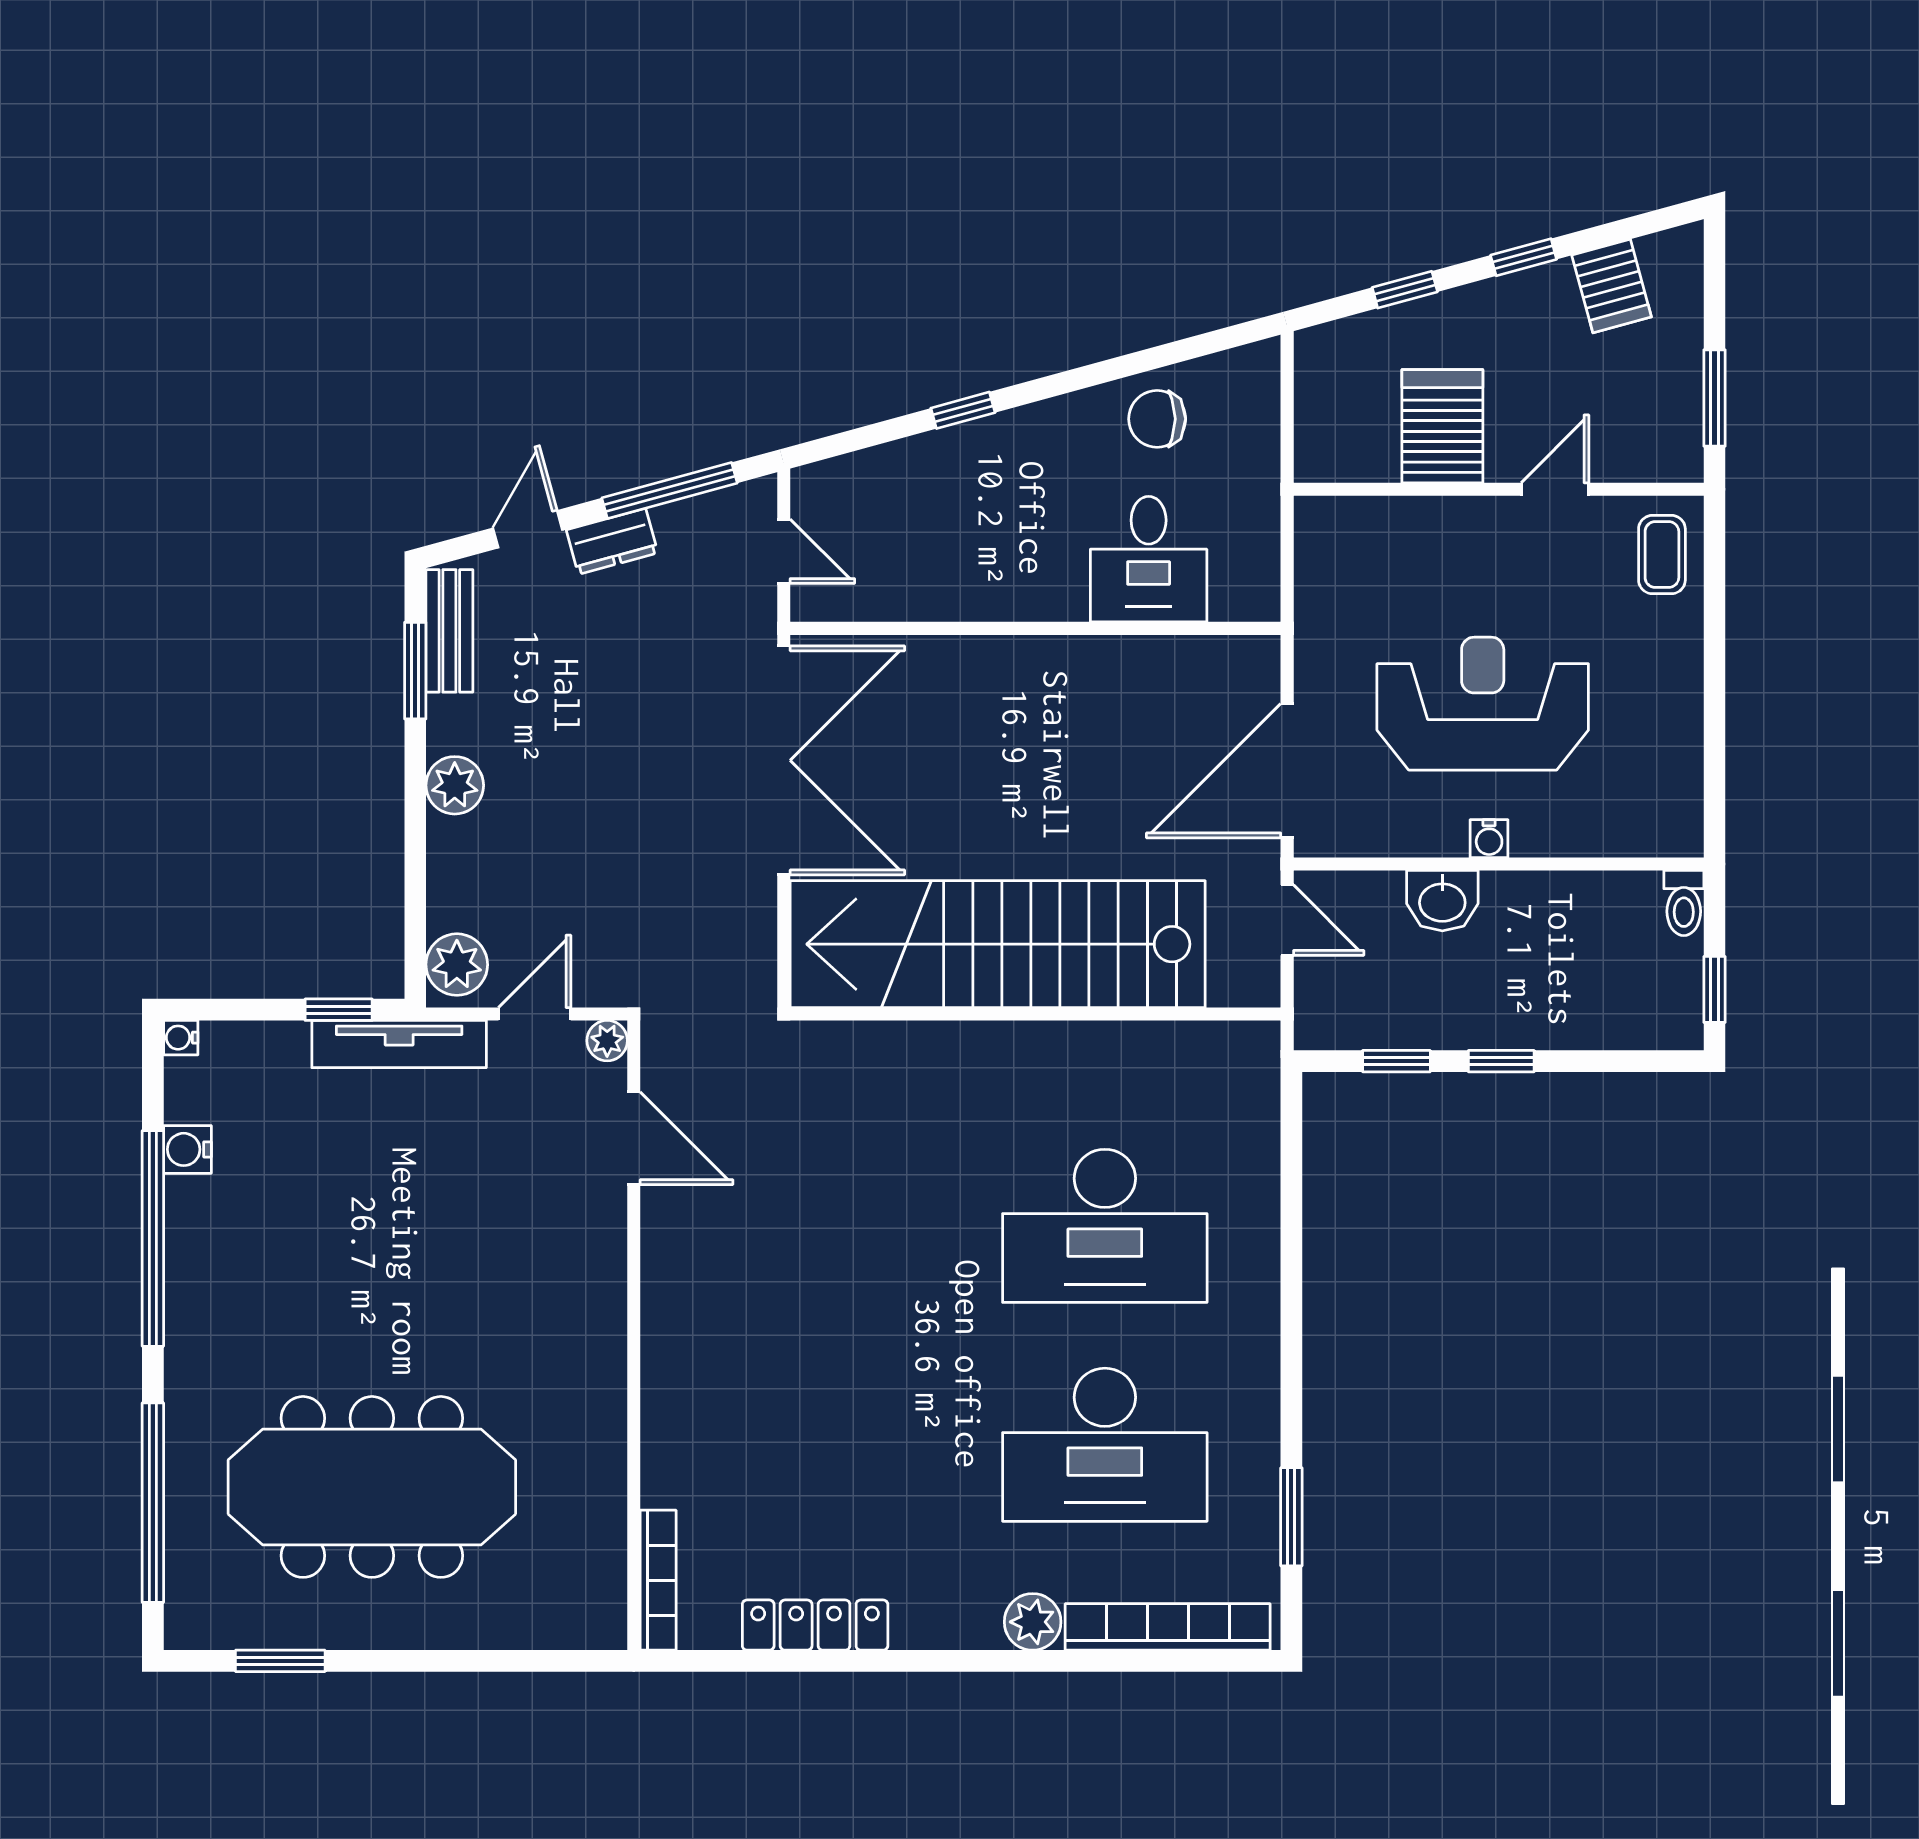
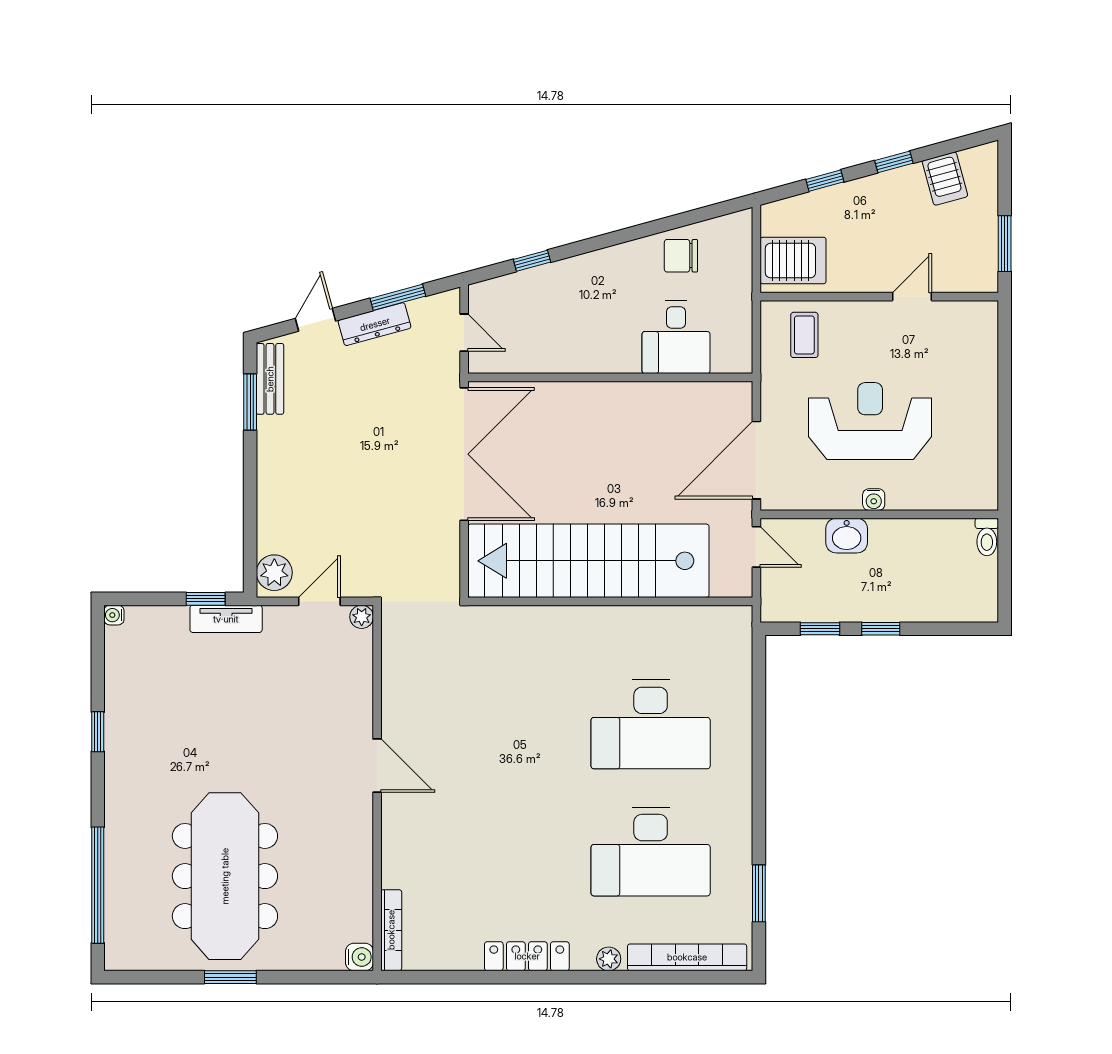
window: (963, 410) -> (532, 261), moved
server rack: (1442, 426) -> (793, 260), moved, turned 90
window: (670, 490) -> (398, 297), width x0.69
dresser: (612, 541) -> (375, 324), width x1.44
coffee table: (1662, 555) -> (804, 335), moved
plant: (455, 785) -> (273, 469), removed
window: (1714, 989) -> (1005, 587), removed
tv unit: (399, 1044) -> (226, 619), width x0.71
door: (634, 1138) -> (377, 766), moved
water cooler: (187, 1149) -> (359, 957), moved, turned 180
window: (153, 1238) -> (98, 732), width x0.32
meeting table: (372, 1487) -> (225, 876), turned 90
plant: (1033, 1622) -> (609, 959), width x0.73, depth x0.73
locker: (815, 1625) -> (527, 956), moved
window: (280, 1661) -> (230, 977), moved

